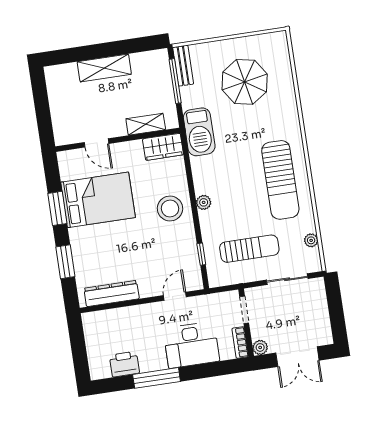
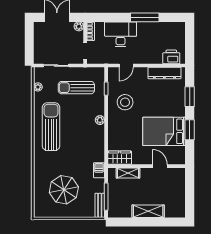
barbecue: (199, 132) -> (99, 170), width x0.53, depth x0.65
stool: (170, 208) -> (125, 102), moved
printer: (124, 364) -> (171, 57), moved, turned 180

